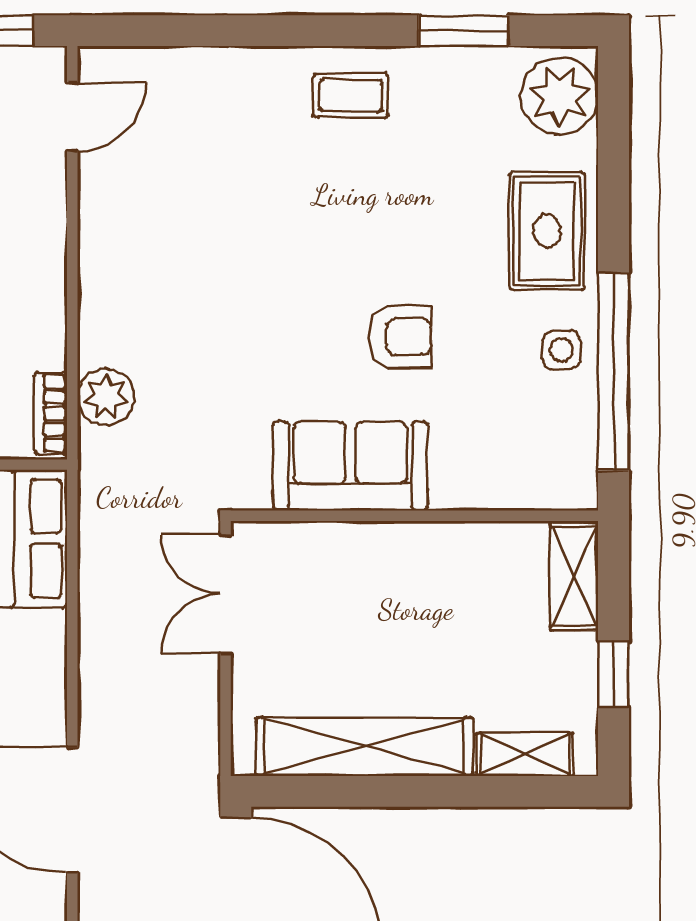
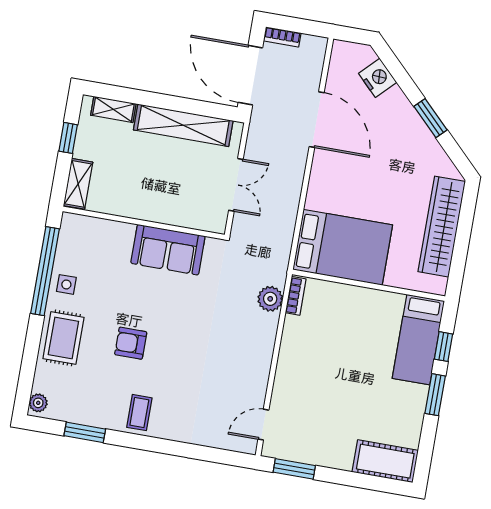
coffee table: (351, 95) -> (139, 413), turned 90
plant: (560, 96) -> (38, 403), width x0.53, depth x0.53
armchair: (400, 337) -> (131, 343), moved
double door: (225, 594) -> (236, 185), moved

